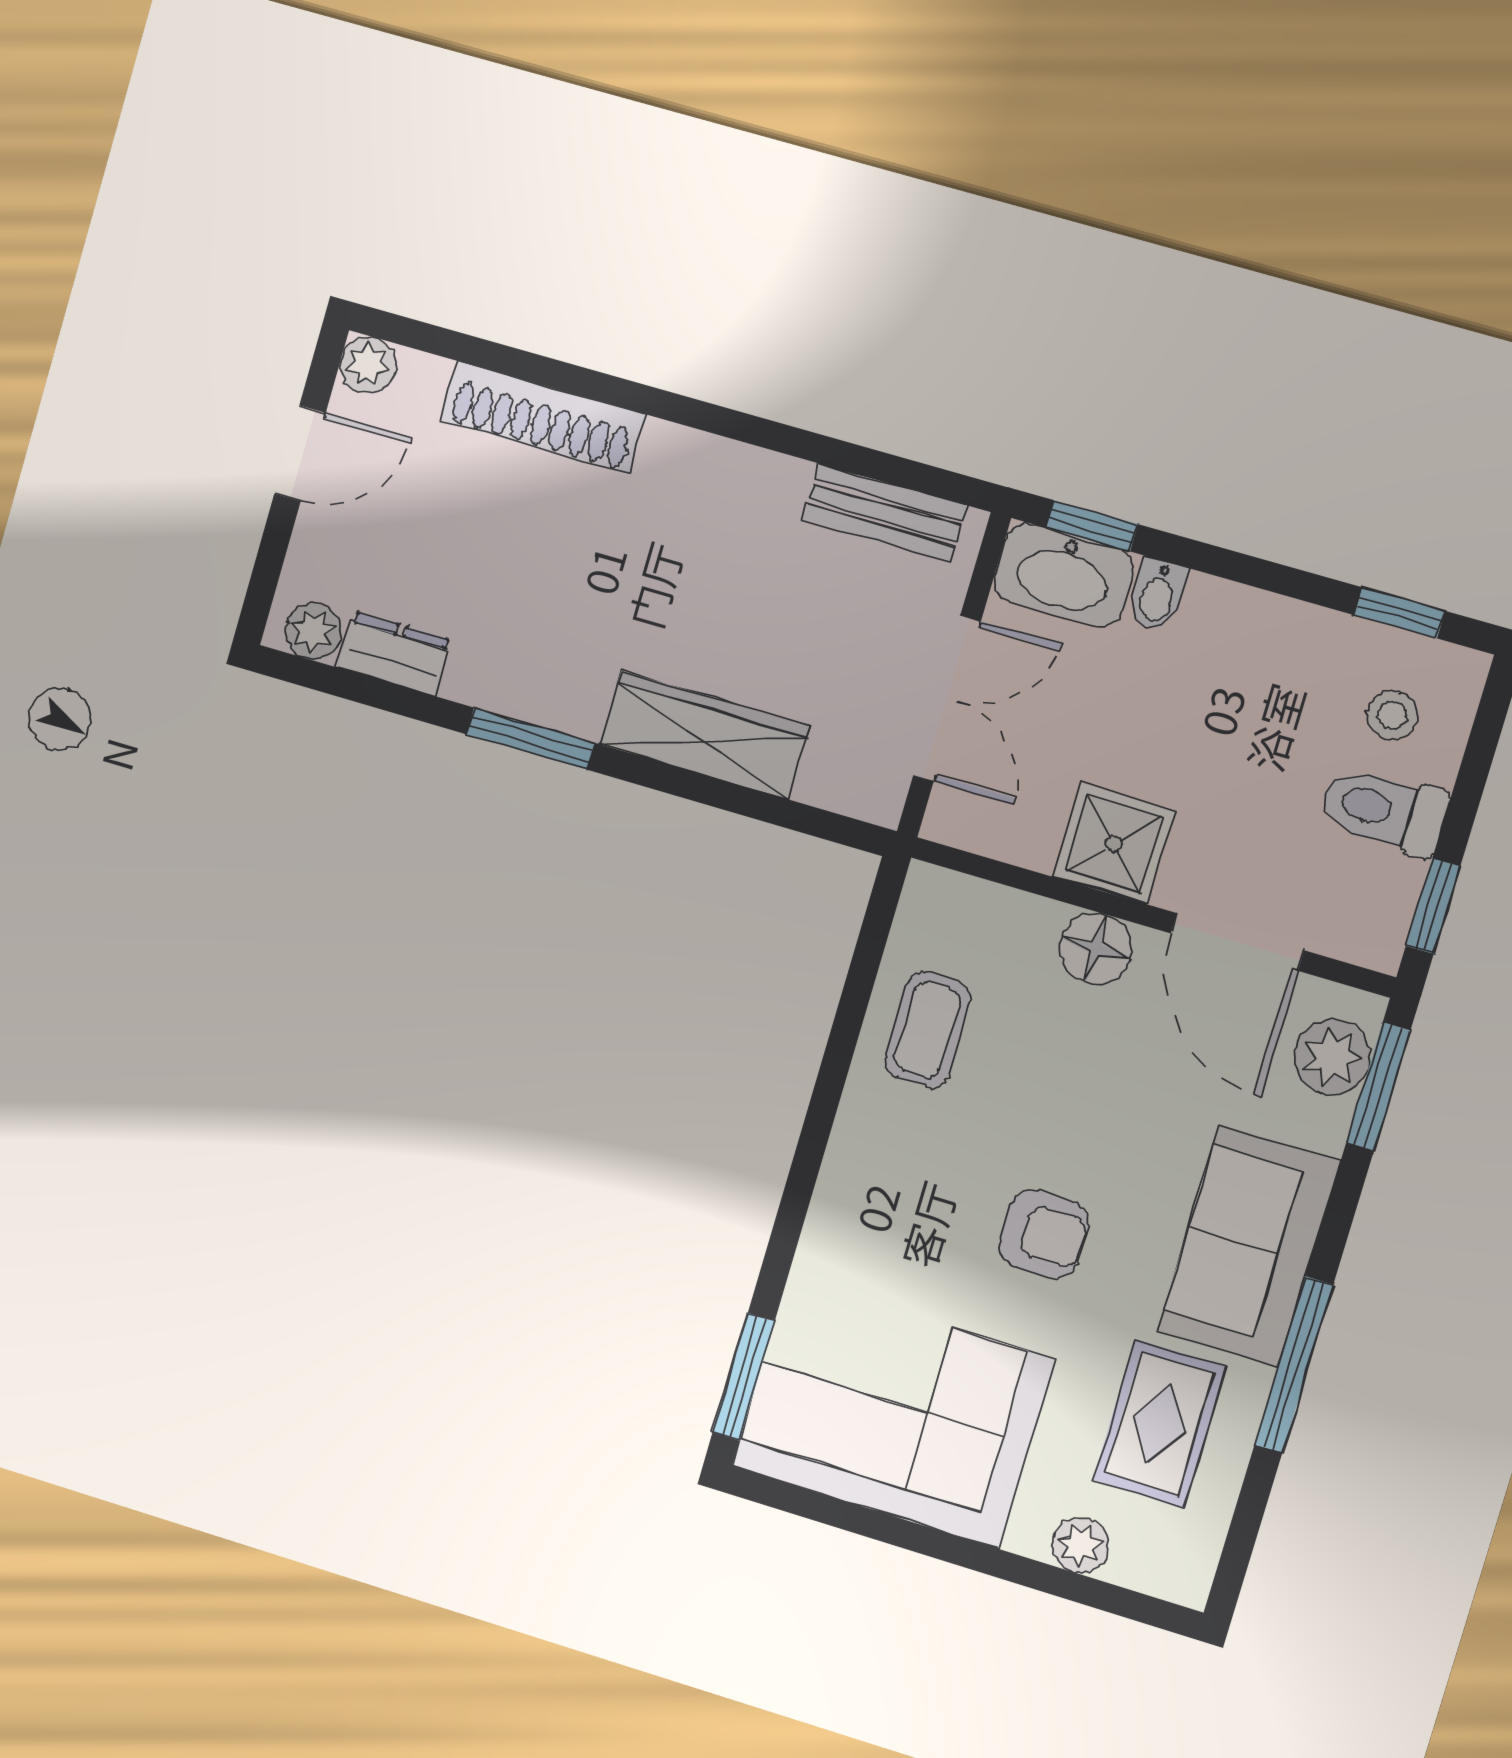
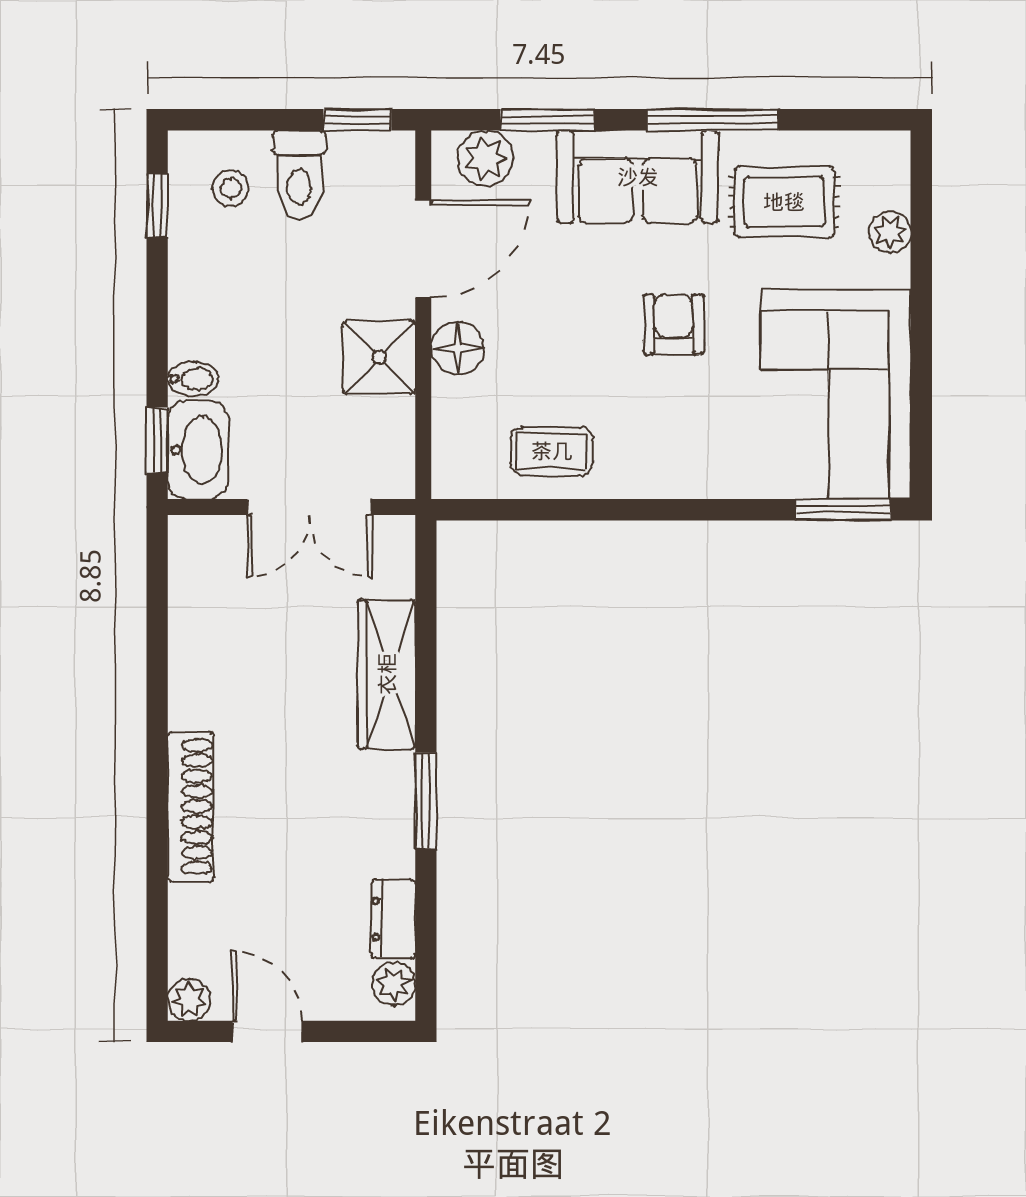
shoe rack: (543, 417) -> (191, 807), moved
bench: (885, 513) -> (190, 591), removed
double door: (947, 698) -> (310, 507), swing flipped
window: (1378, 1087) -> (547, 120), moved

